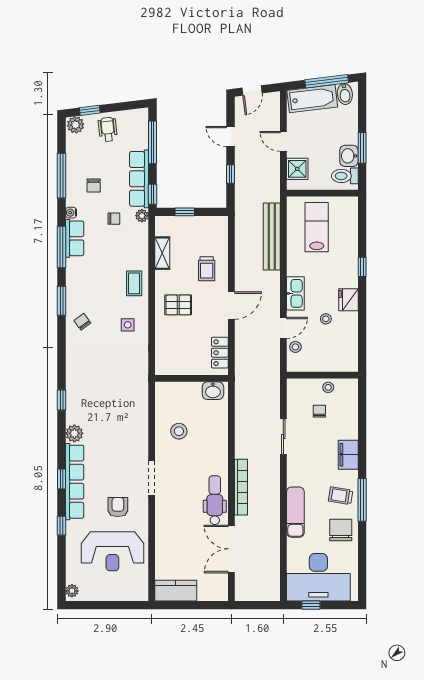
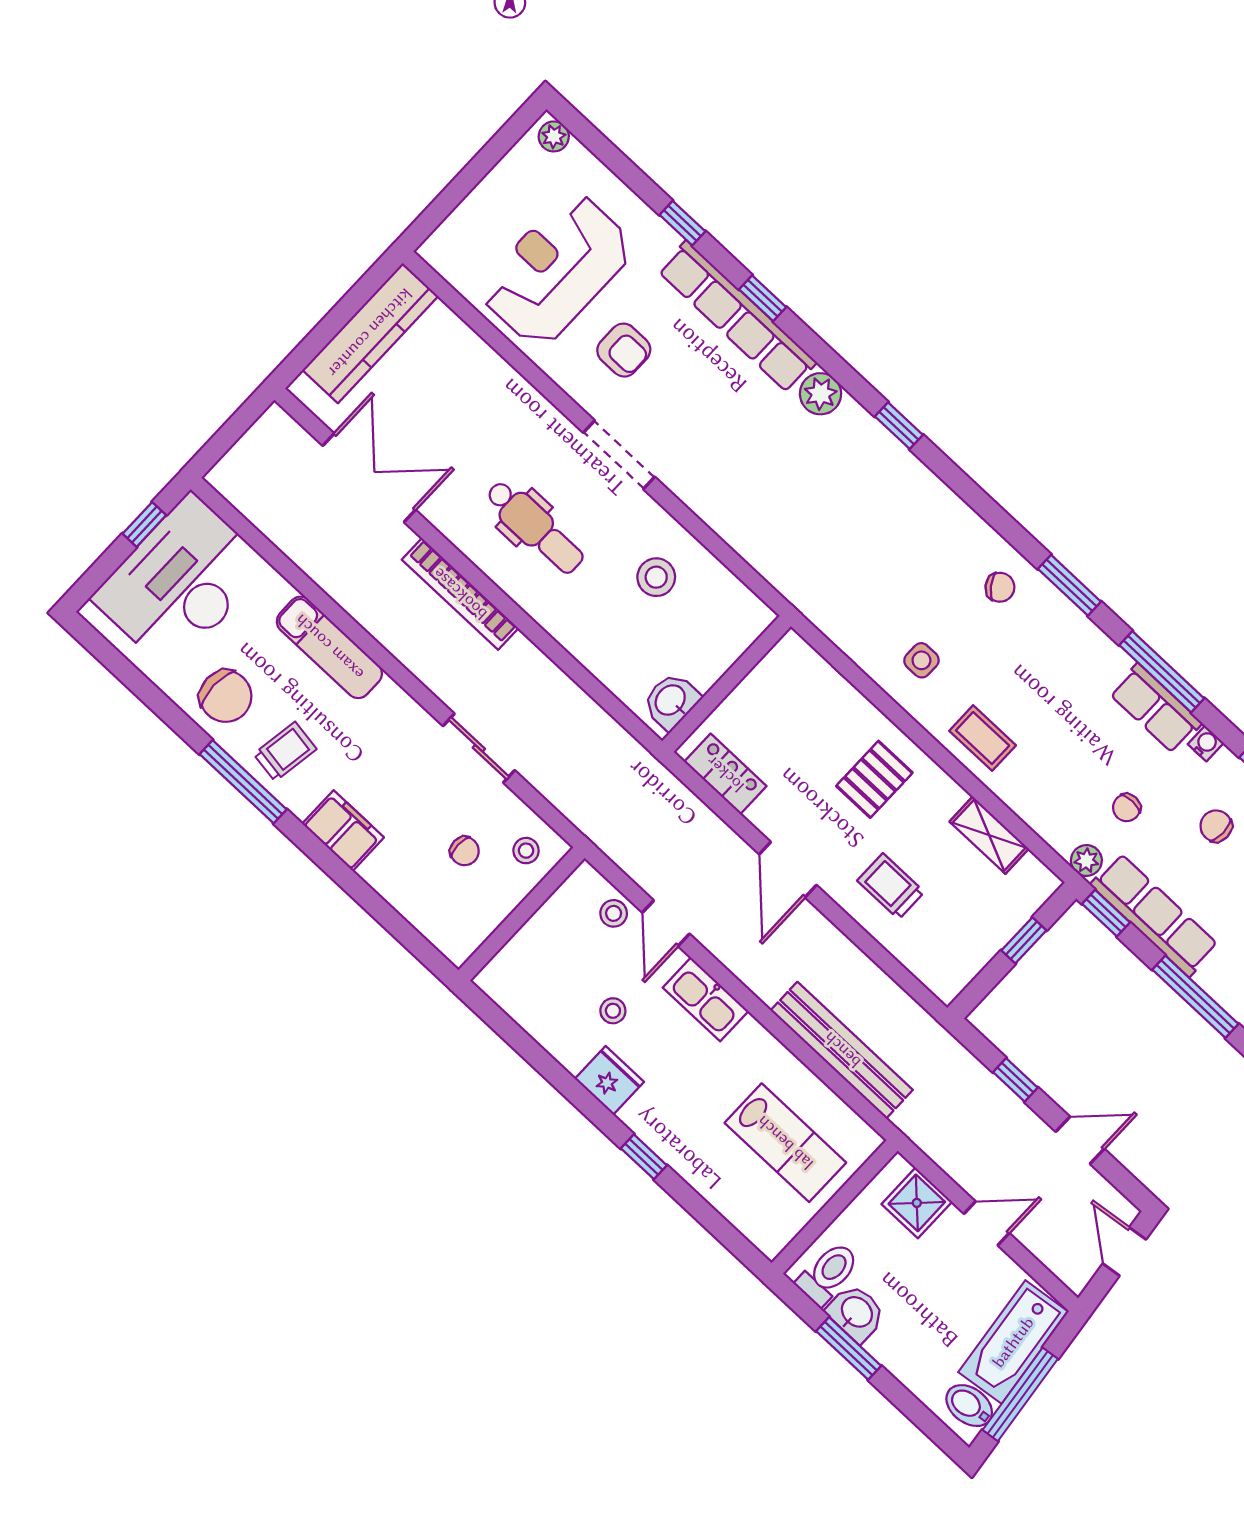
stool: (328, 387) -> (526, 851), moved
dental chair: (215, 500) -> (535, 527), moved
kitchen counter: (176, 591) -> (370, 333), width x1.50

